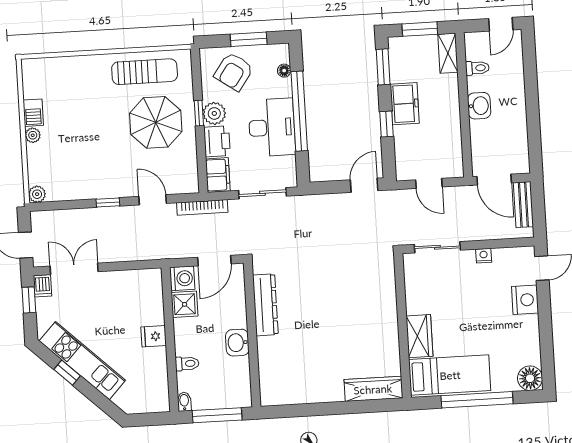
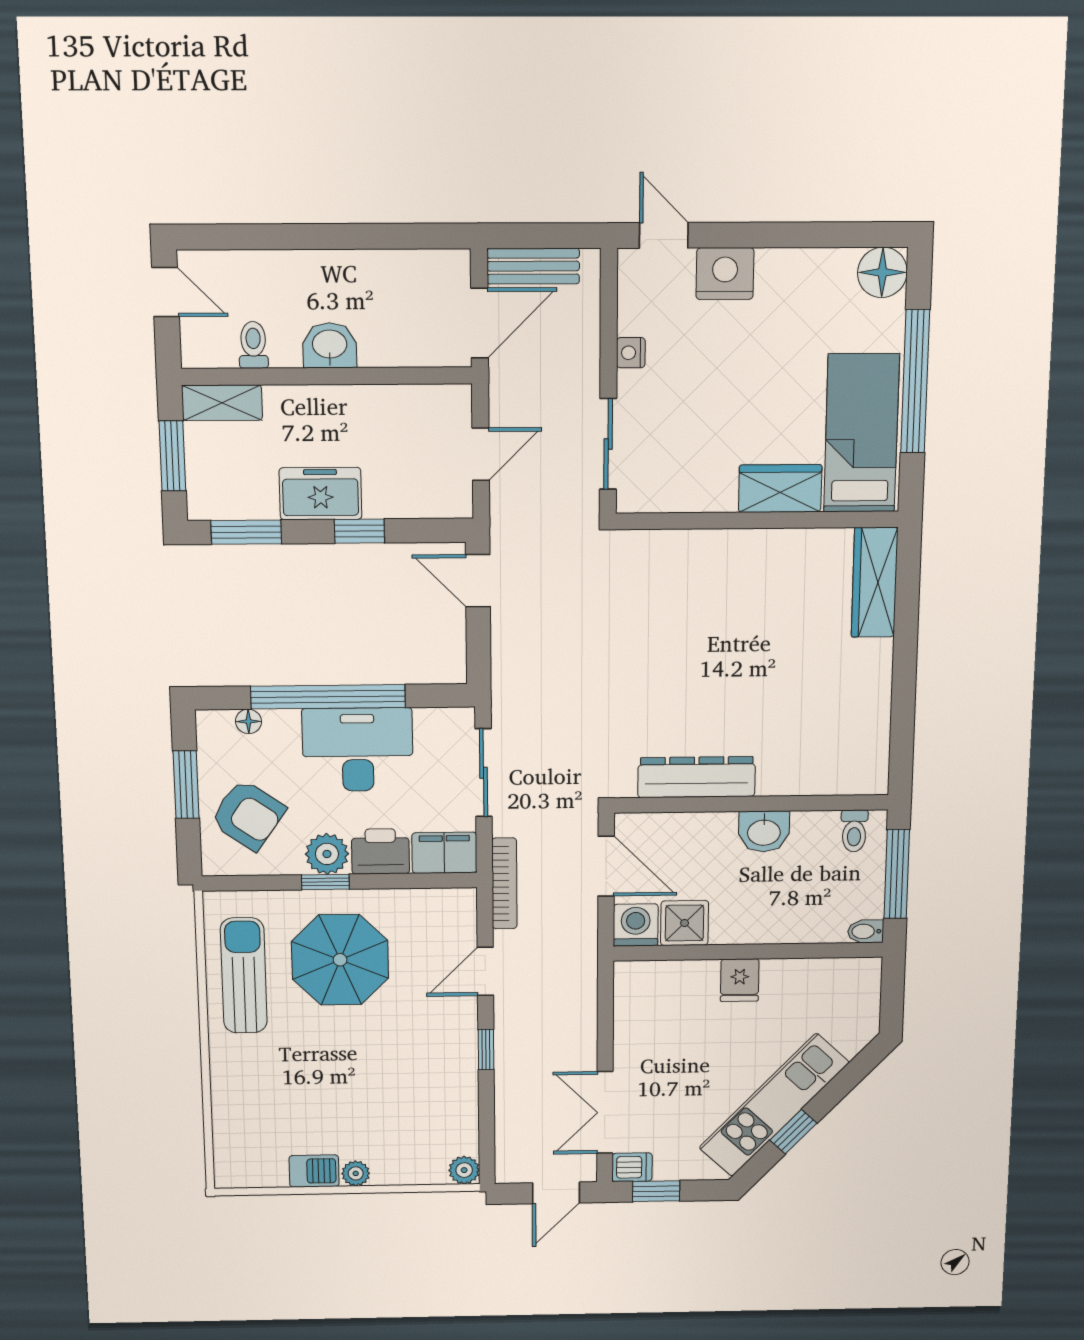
toilet: (187, 364) -> (854, 831), moved, turned 180

